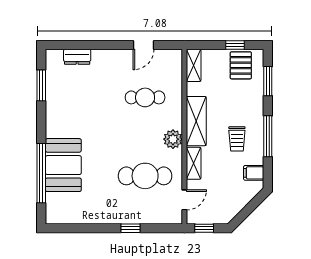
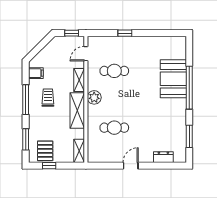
door: (144, 45) -> (131, 166), moved
window: (41, 173) -> (189, 88), moved
cafe table: (145, 176) -> (114, 71), width x0.73, depth x0.74

